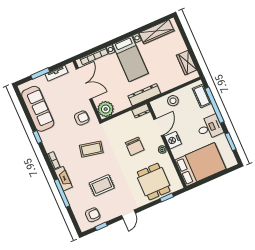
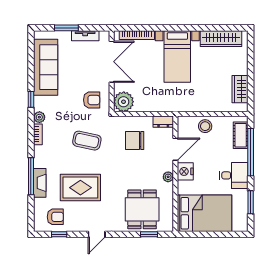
dresser: (144, 95) -> (175, 105), removed
chair: (135, 146) -> (135, 140), moved, turned 90
plant: (49, 147) -> (39, 117), added
fireplace: (63, 179) -> (40, 183), moved
rug: (102, 185) -> (80, 188), width x1.36, depth x1.43

